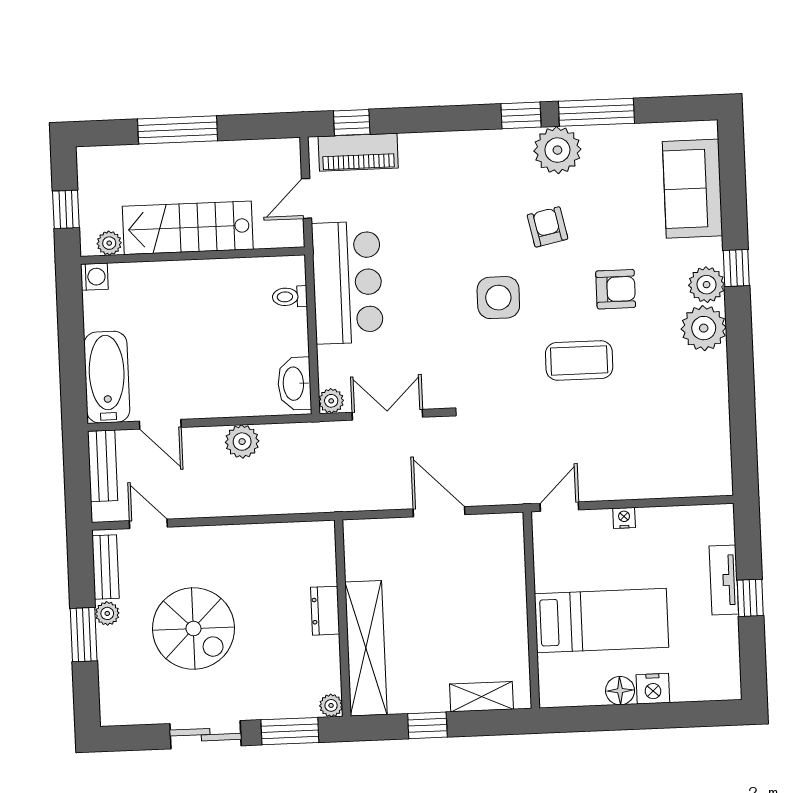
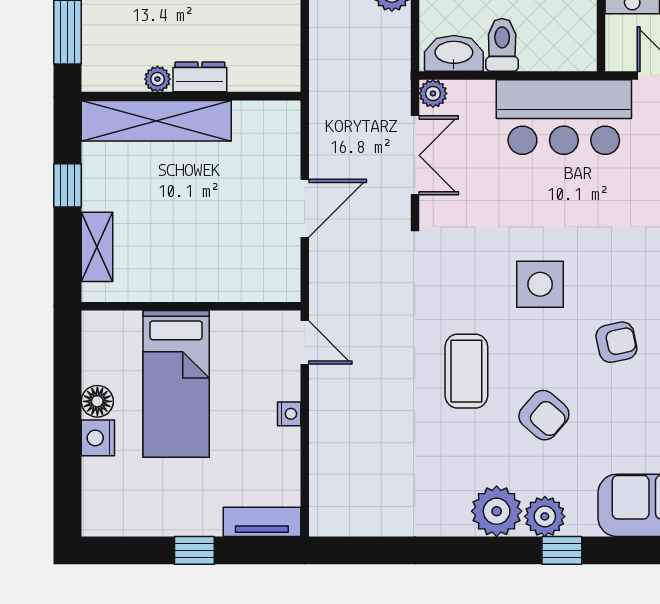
armchair: (616, 289) -> (544, 415), turned -49
toilet: (290, 297) -> (502, 45), moved, width x1.37, depth x1.39
tv unit: (724, 580) -> (262, 522), moved
plant: (331, 705) -> (157, 79), moved

